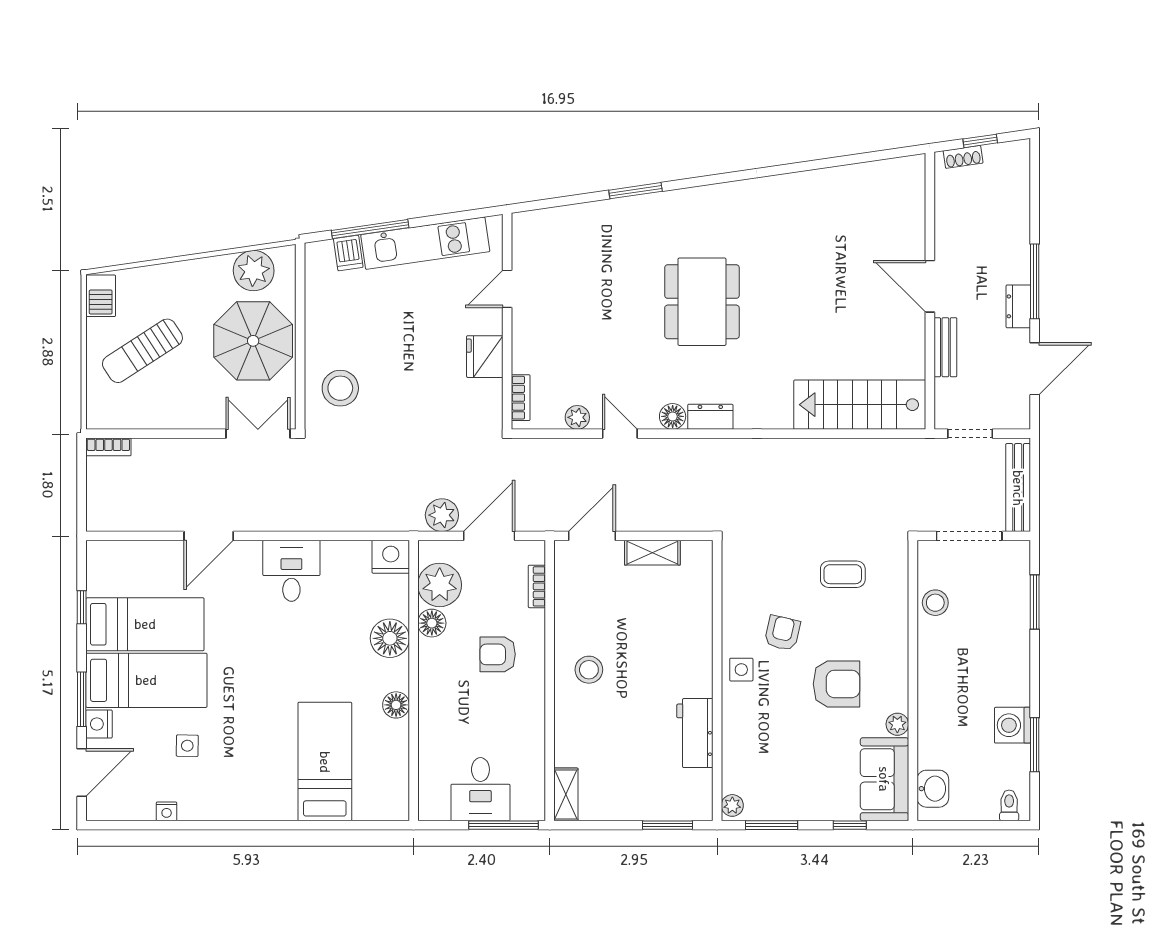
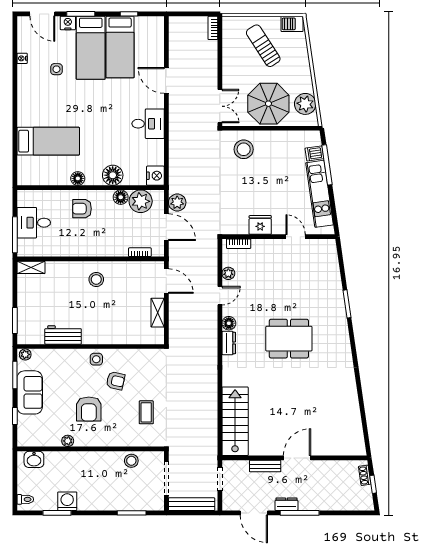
armchair: (498, 654) -> (82, 209), moved, turned -90
sofa: (884, 779) -> (30, 392), moved, turned 90

